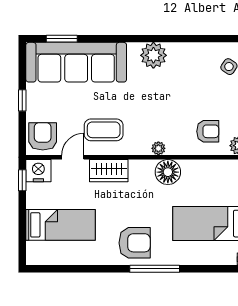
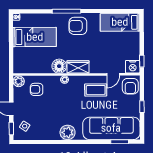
wardrobe: (109, 171) -> (78, 67), moved
bed: (61, 225) -> (120, 22), moved

